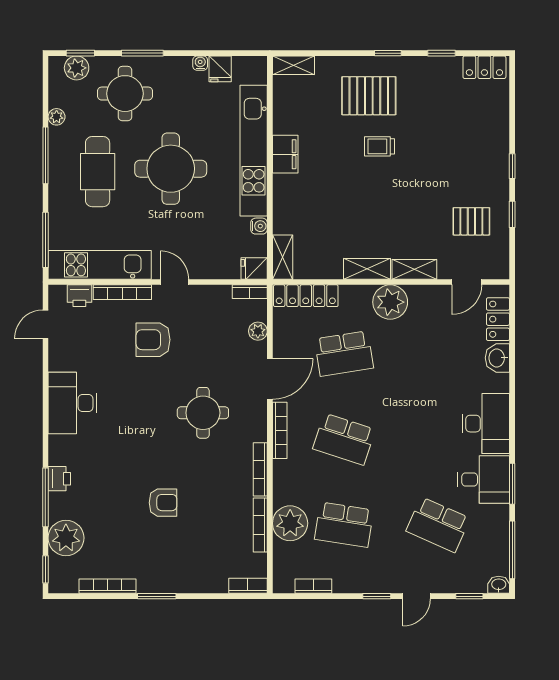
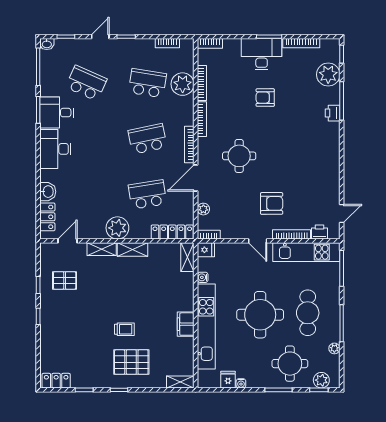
desk: (72, 403) -> (262, 54), moved, turned -90
school desk: (344, 439) -> (147, 139), turned -30

